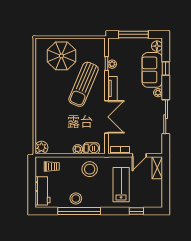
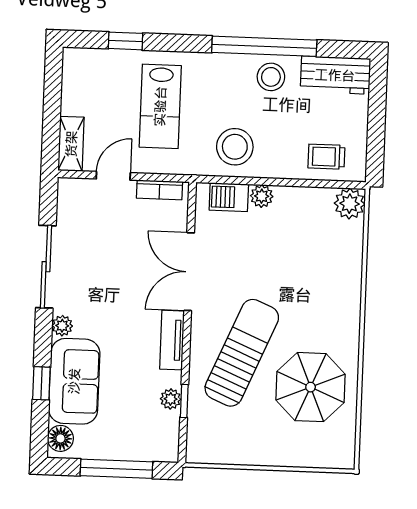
parasol: (61, 56) -> (311, 387), moved
workbench: (42, 191) -> (335, 75), moved, turned -90

